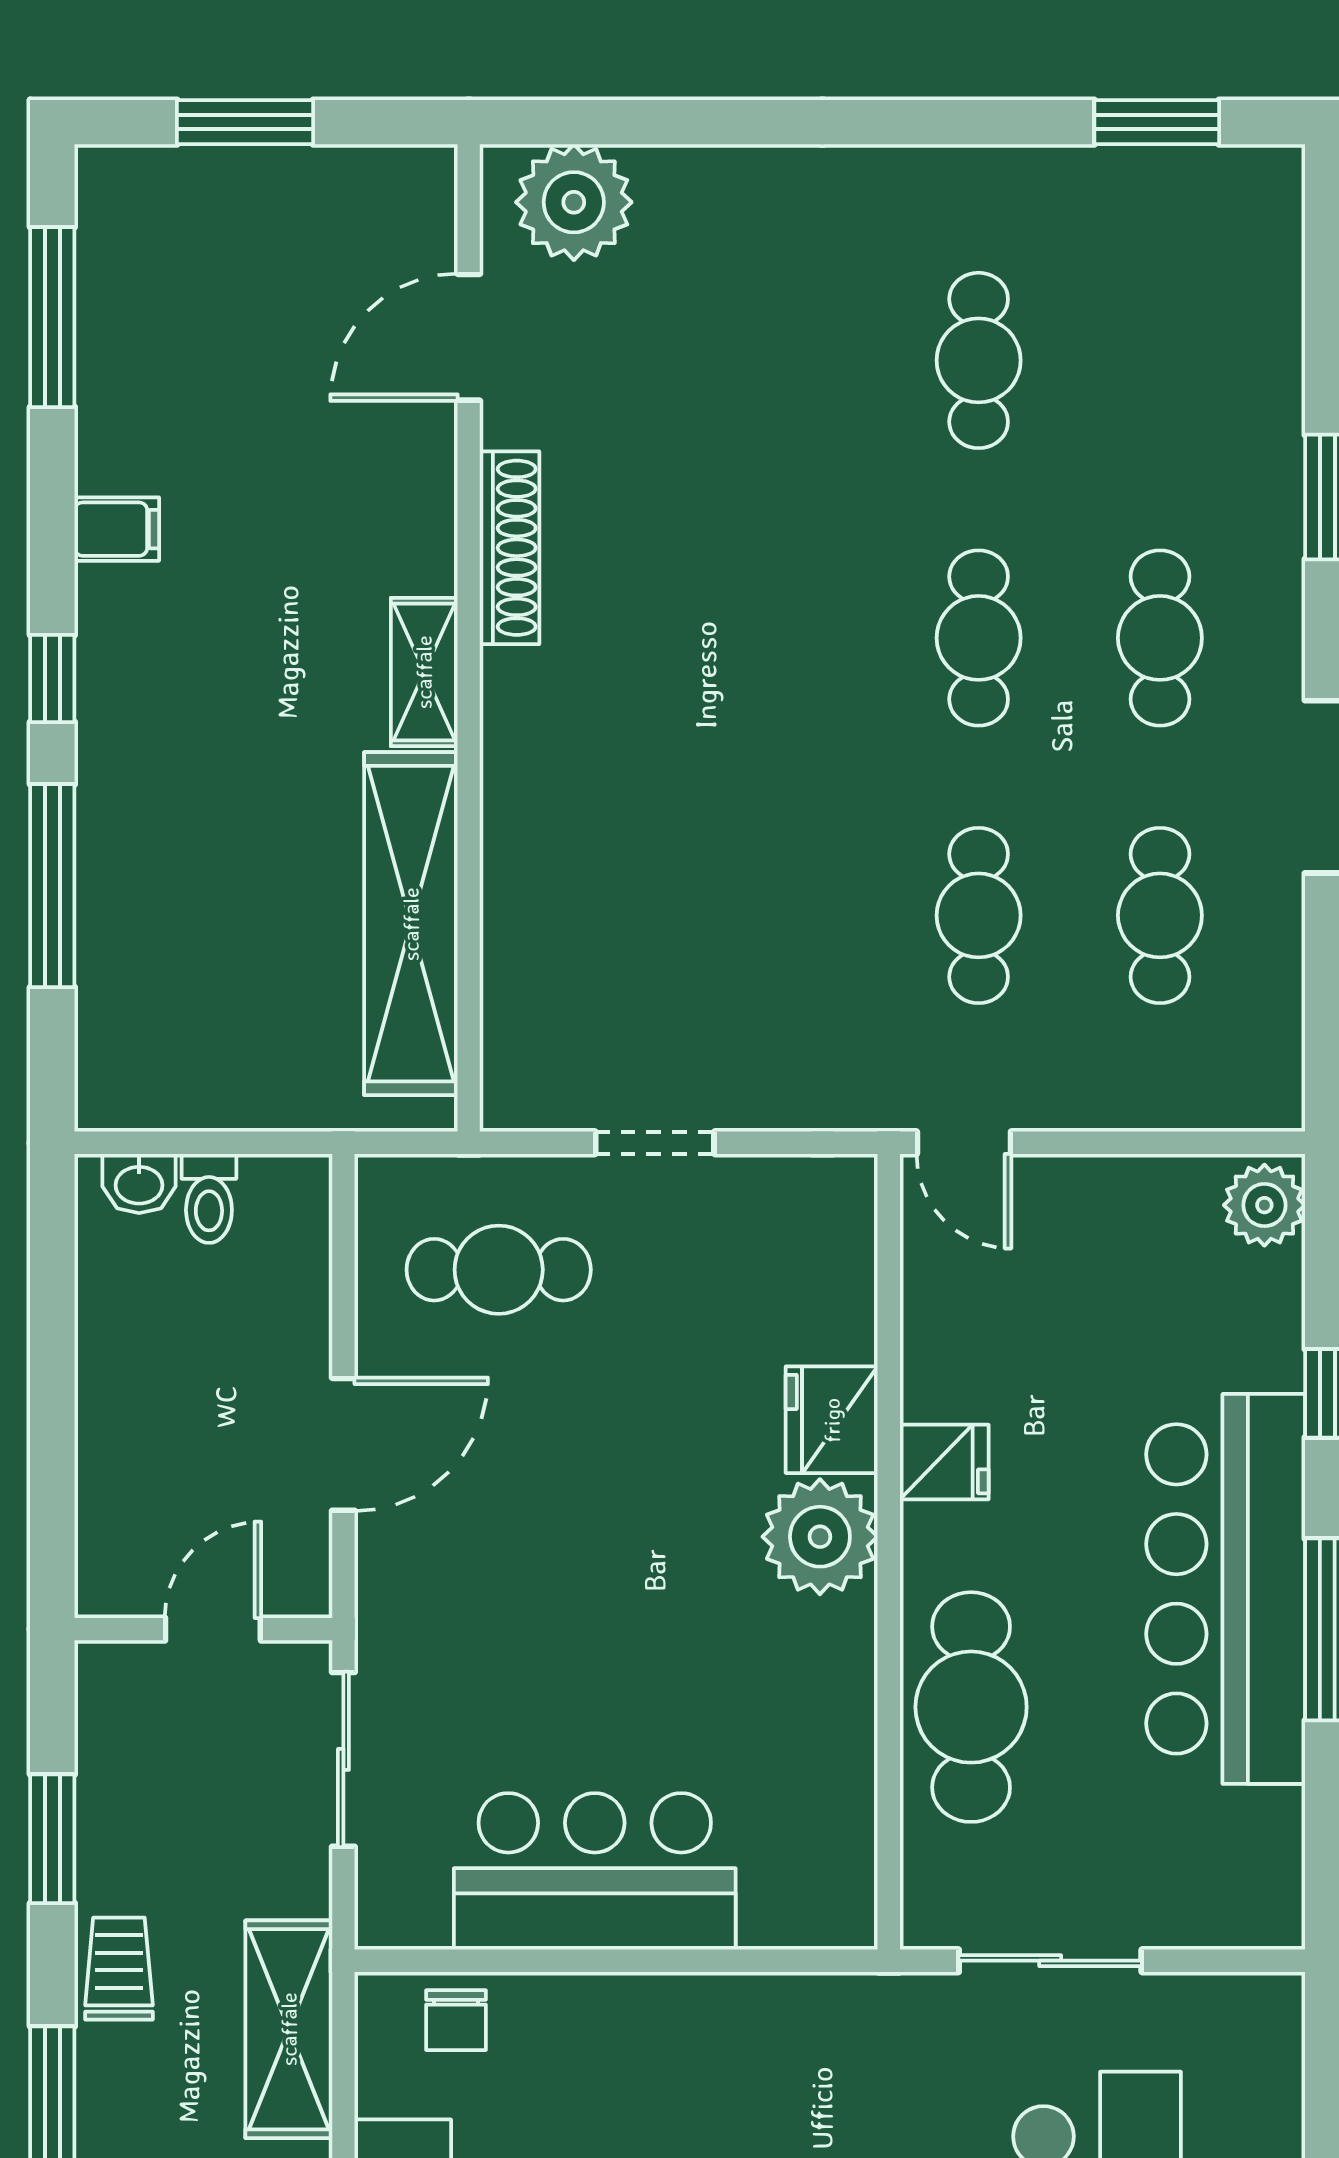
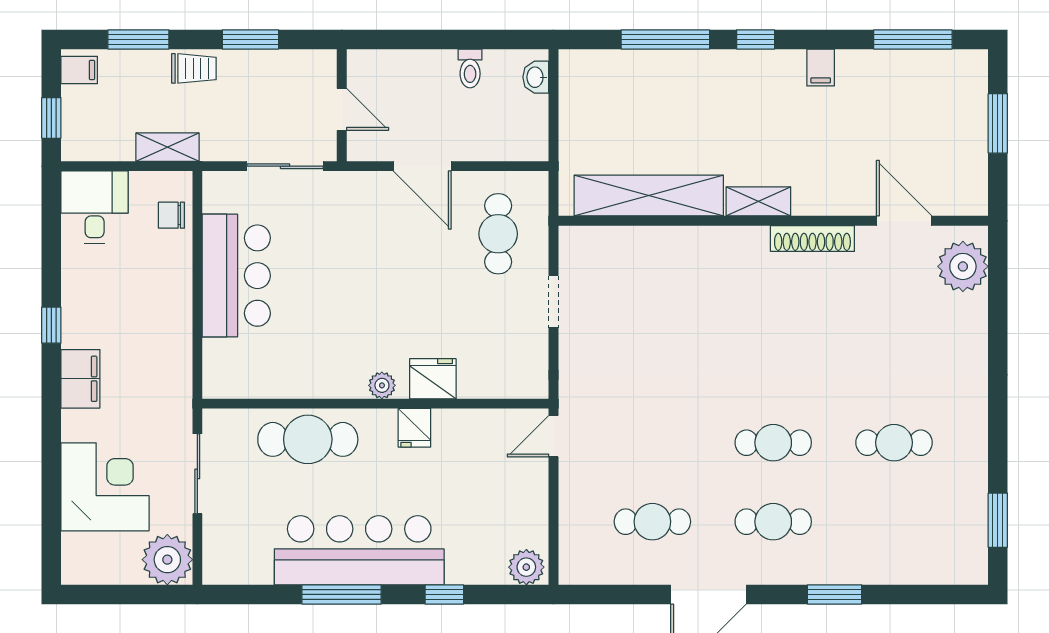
cafe table: (979, 915) -> (652, 443), removed
toilet: (209, 1198) -> (470, 68), moved, turned -90
plant: (820, 1537) -> (382, 385), width x0.53, depth x0.53
shelving: (289, 2029) -> (167, 147), width x0.67, depth x0.75
plant: (1247, 2030) -> (167, 560), added

